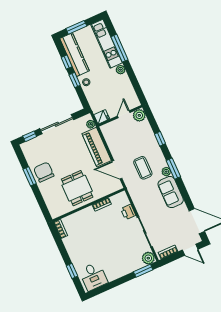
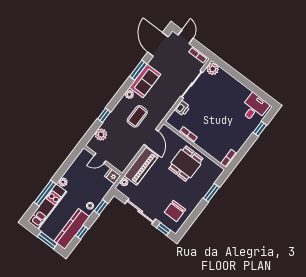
window: (75, 80) -> (101, 207), moved
plant: (139, 115) -> (101, 134), moved
window: (173, 169) -> (138, 70), moved
chair: (44, 172) -> (175, 211), moved
window: (30, 176) -> (211, 193), moved
window: (143, 271) -> (226, 67), removed

